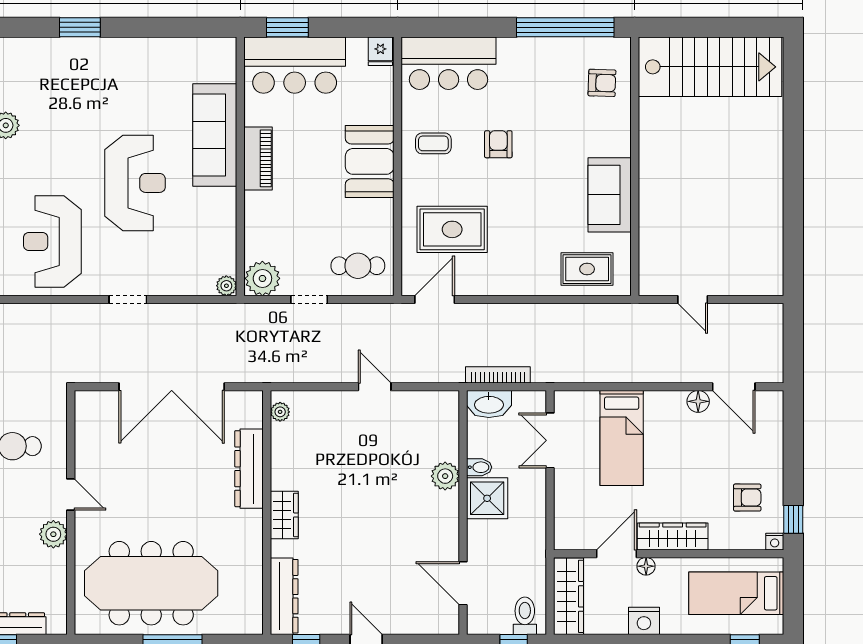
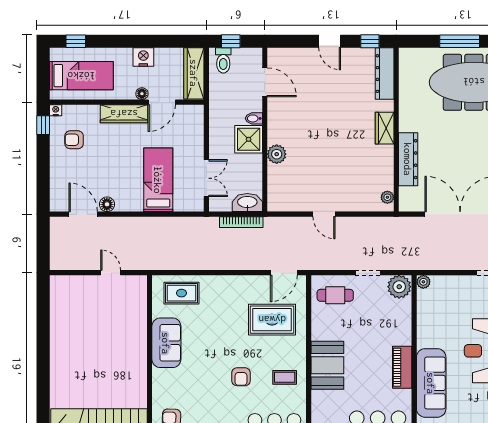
bidet: (479, 467) -> (254, 118), moved

